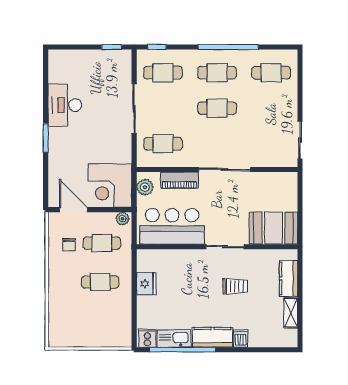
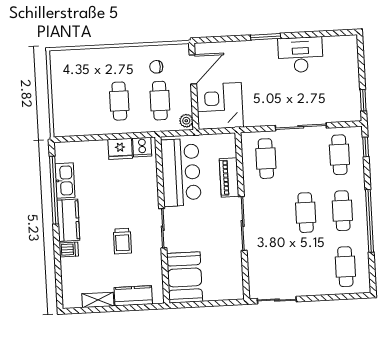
plant: (145, 187) -> (220, 142), removed
cooker: (147, 338) -> (142, 147), moved, turned 90

